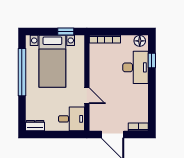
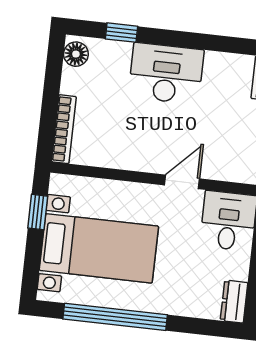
desk: (135, 67) -> (166, 73), moved

